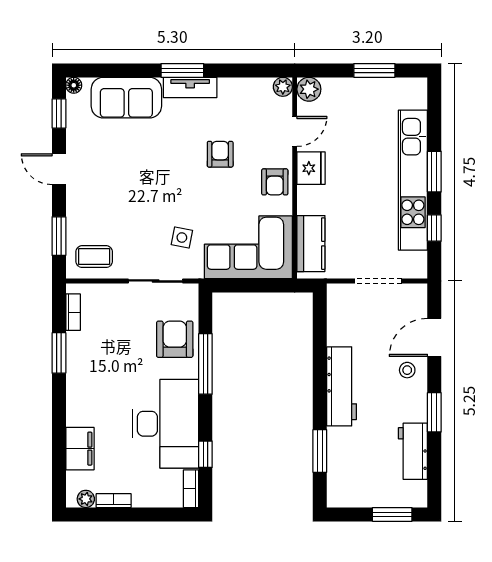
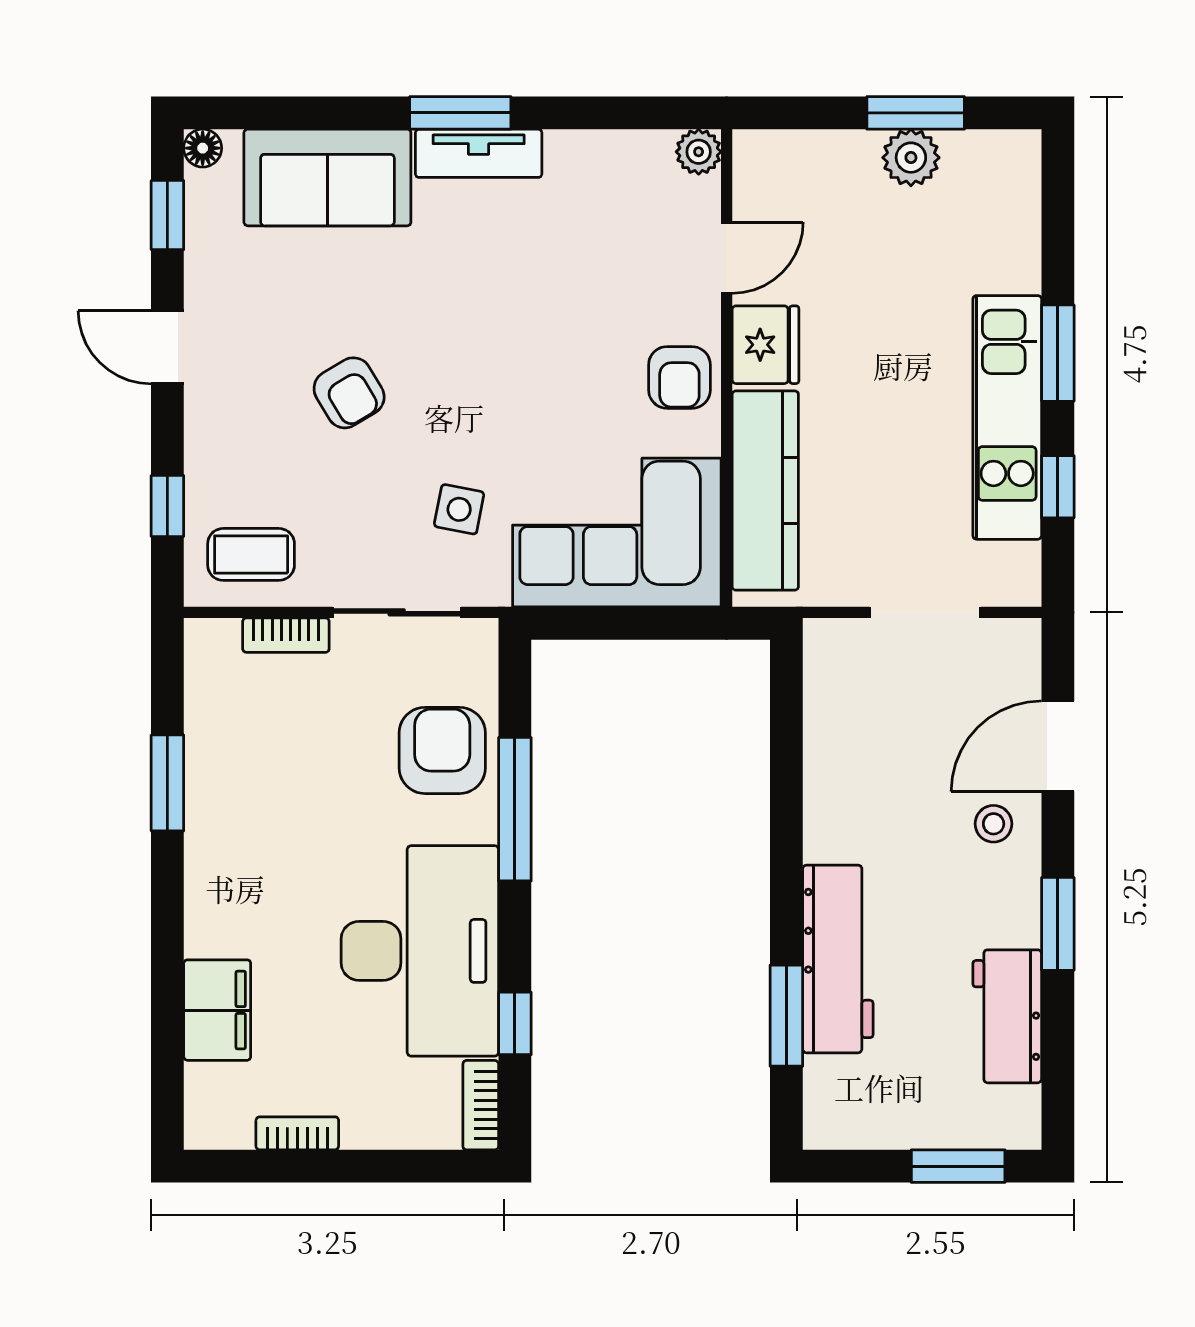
plant: (309, 89) -> (911, 158), moved
armchair: (220, 154) -> (349, 393), moved, turned 149
kitchen unit: (413, 180) -> (1007, 417), width x0.73
window: (59, 236) -> (167, 506), width x0.67
kitchen counter: (311, 244) -> (765, 491), width x1.50
bookcase: (73, 312) -> (286, 635), moved, turned 90
workbench: (342, 386) -> (838, 959), moved
plant: (86, 499) -> (231, 1129), removed

